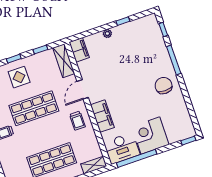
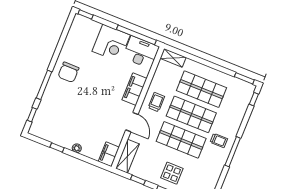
door: (83, 89) -> (132, 122), hinge flipped
shop shelf: (43, 134) -> (191, 114), added

